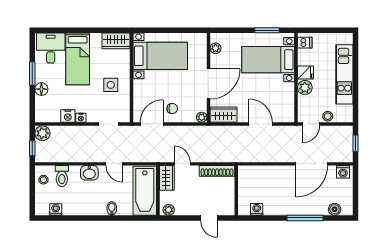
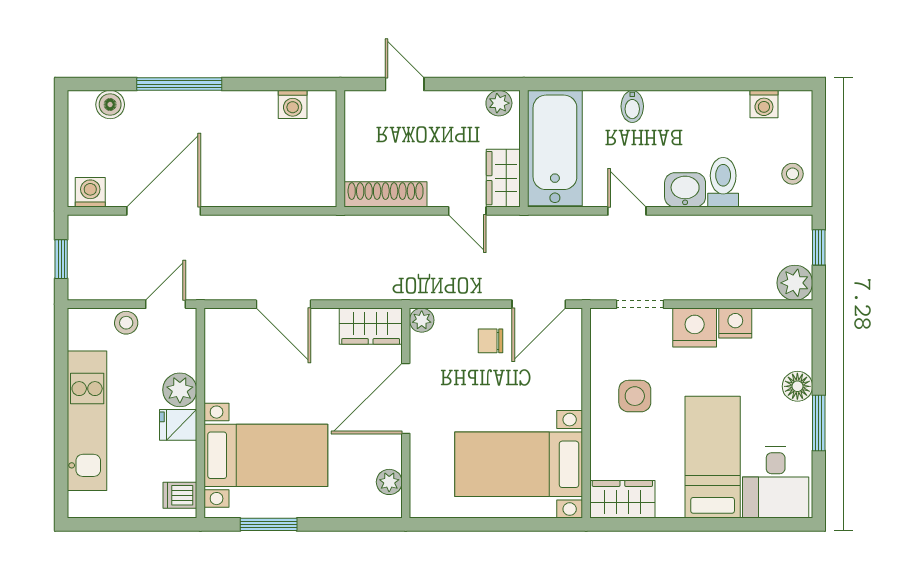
nightstand: (81, 118) -> (695, 328), width x1.89, depth x1.79
toilet: (62, 176) -> (723, 182), moved

